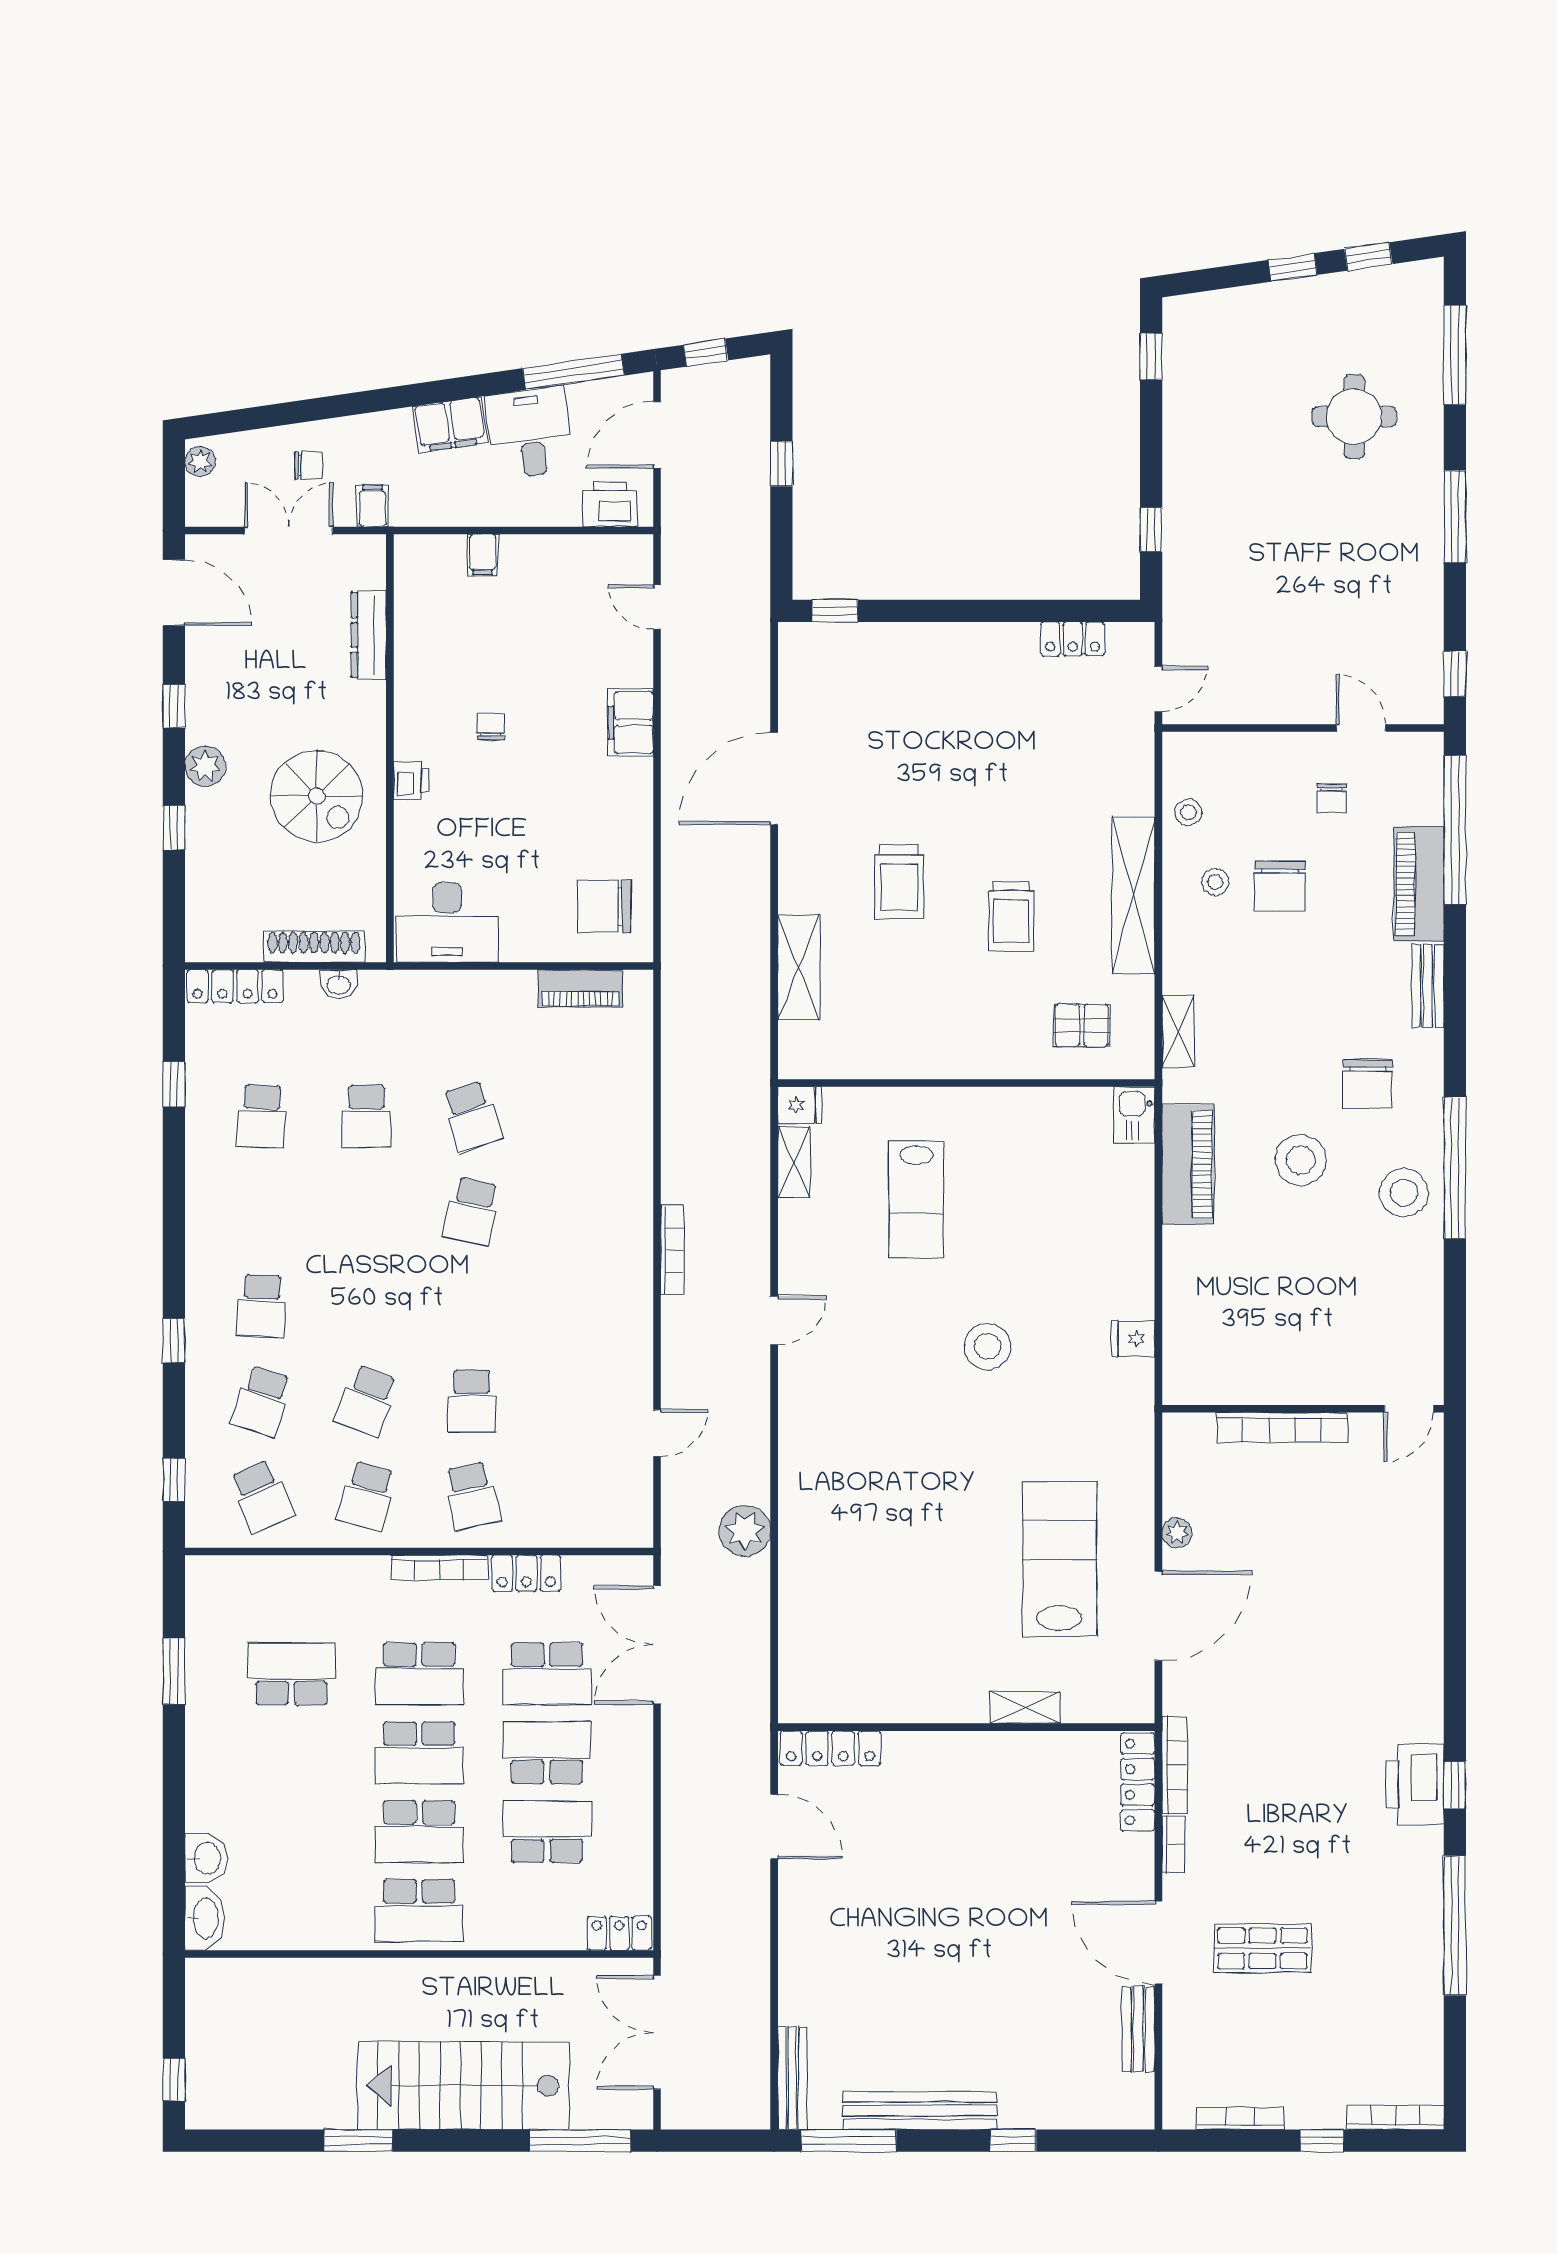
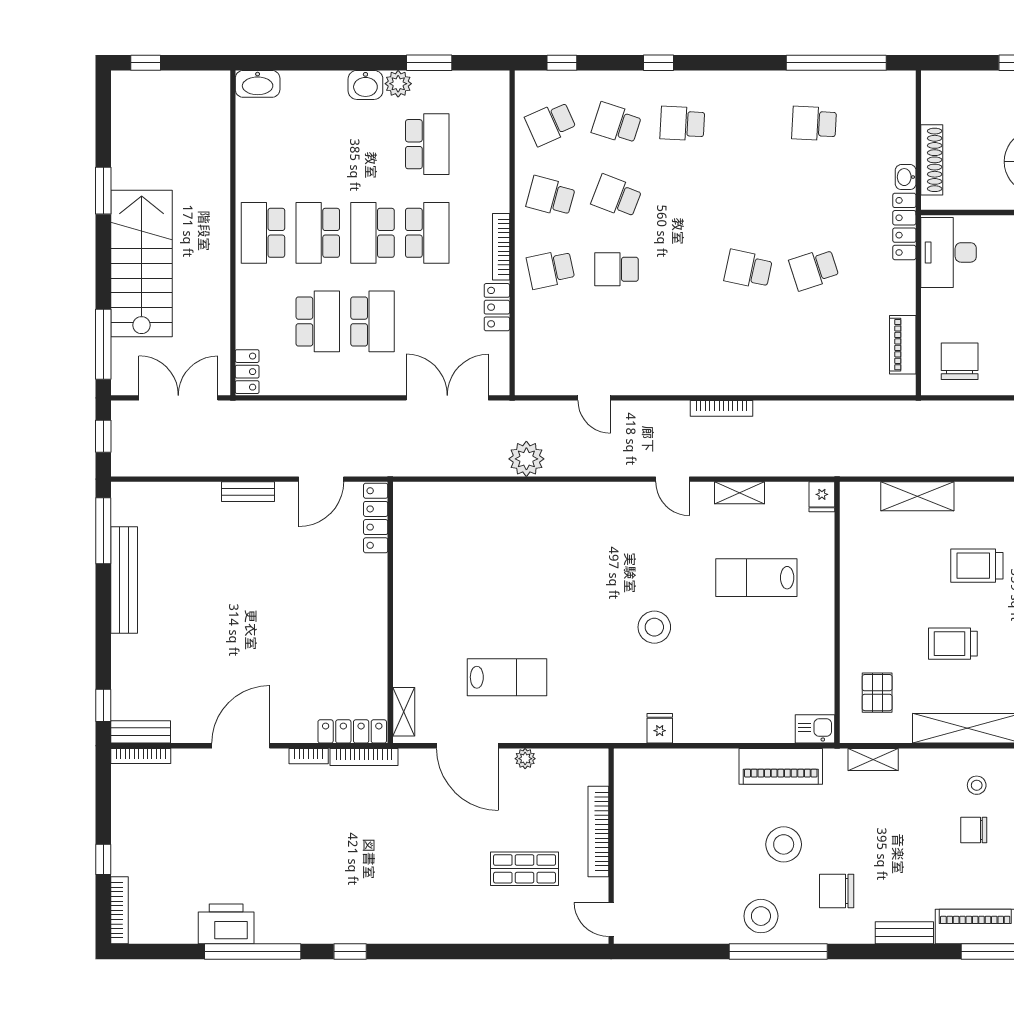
chair: (1280, 886) -> (974, 830), width x0.73, depth x0.73
locker: (235, 986) -> (904, 226), moved
window: (174, 1084) -> (836, 63), width x3.17
school desk: (367, 1116) -> (814, 196), removed
shelving: (794, 1162) -> (740, 493), moved
lab bench: (1060, 1559) -> (507, 677), width x0.73, depth x0.72
school desk: (419, 1674) -> (427, 233), turned 180
school desk: (547, 1674) -> (427, 321), removed
shelving: (1025, 1708) -> (404, 712), moved
plant: (204, 1716) -> (398, 84), added
printer: (1415, 1785) -> (226, 924), moved
washbasin: (206, 1858) -> (365, 85), moved
shop shelf: (1262, 1948) -> (525, 869), moved, turned 90
bench: (1138, 2029) -> (141, 732), moved
bench: (792, 2078) -> (248, 492), moved, width x0.73
bookcase: (1240, 2119) -> (141, 756), moved, turned 90
window: (712, 2141) -> (103, 436), added
window: (1013, 2141) -> (103, 705), moved

